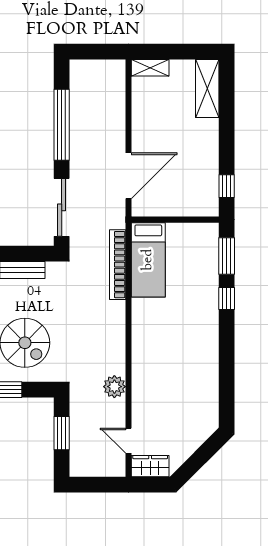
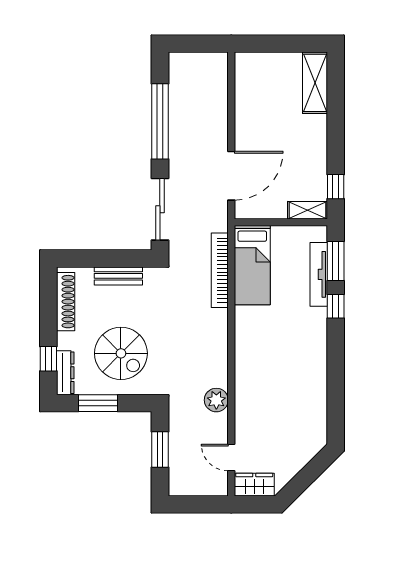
shelving: (150, 68) -> (308, 210), moved
tv unit: (211, 269) -> (319, 274), added

